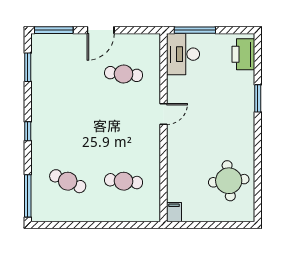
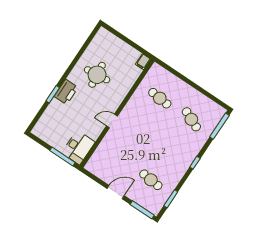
printer: (243, 54) -> (66, 92), moved
cafe table: (124, 74) -> (151, 180), moved
round table: (229, 181) -> (97, 75), moved

